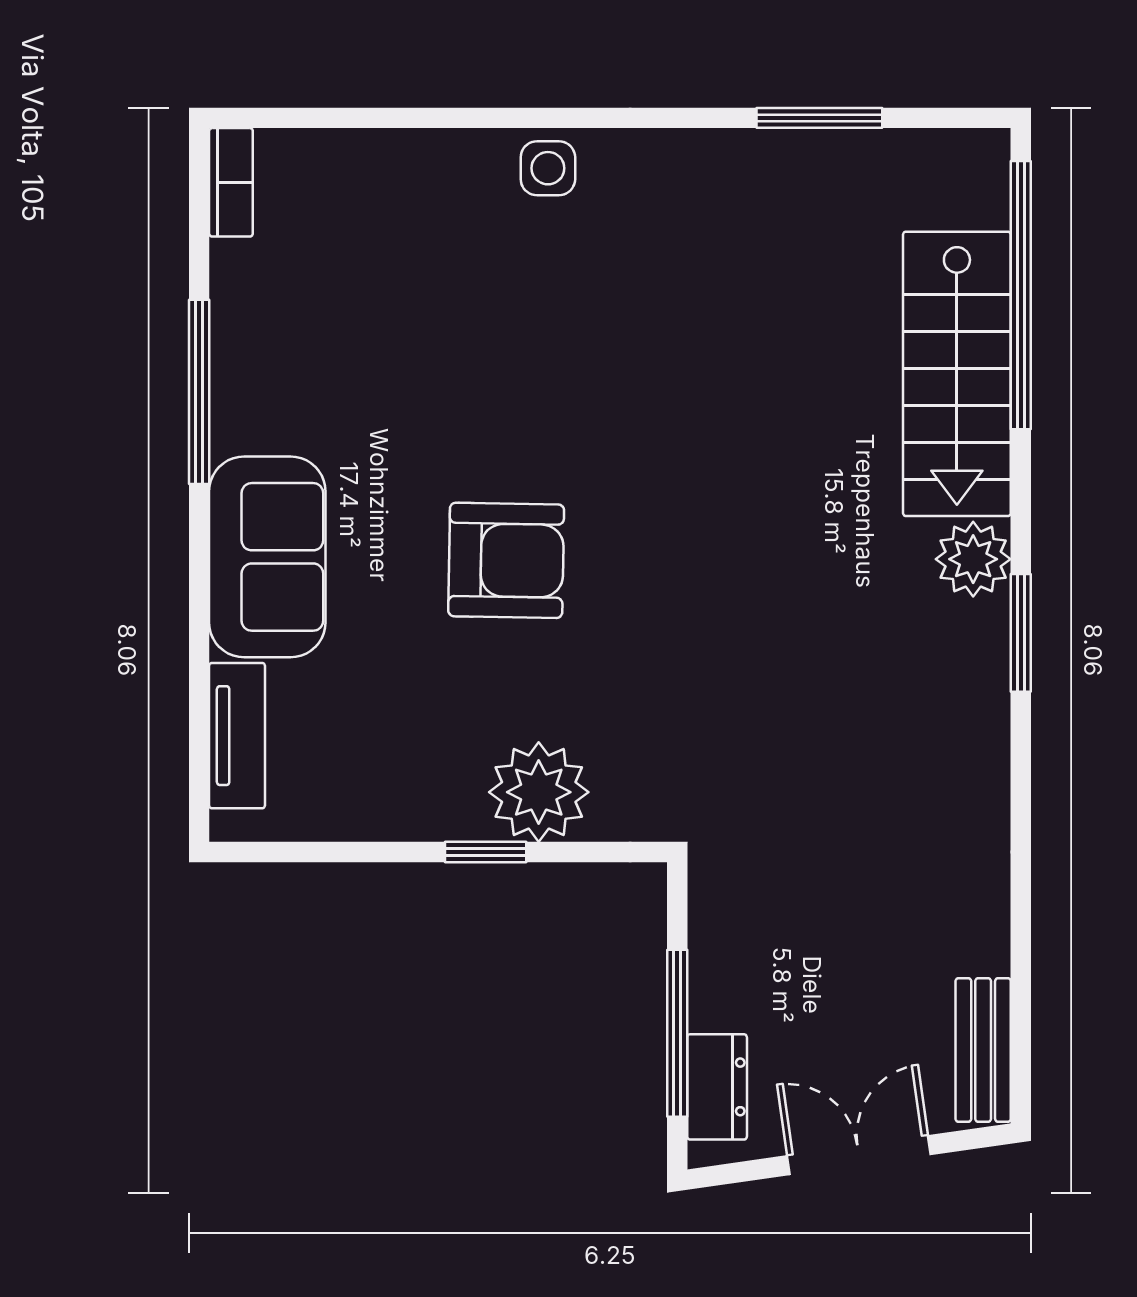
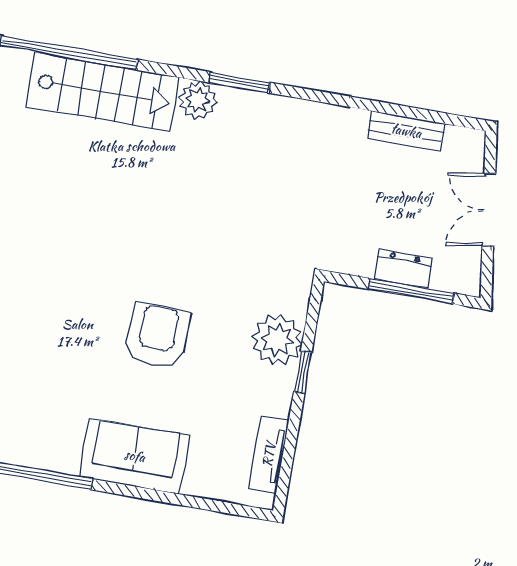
tv unit: (237, 736) -> (269, 455), moved, turned -90
bench: (983, 1050) -> (406, 131), moved
dresser: (717, 1087) -> (403, 269), moved

